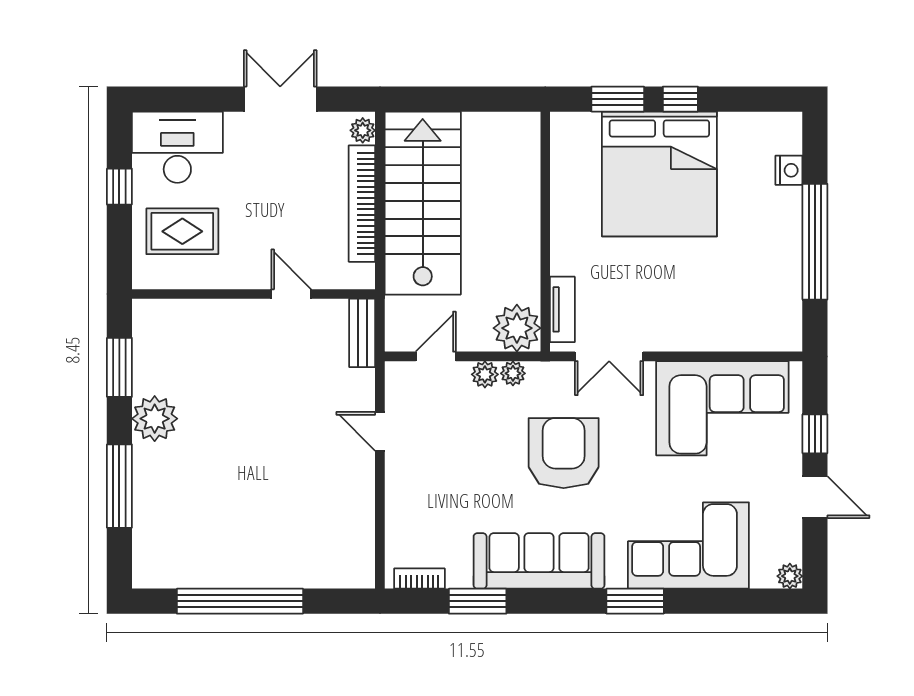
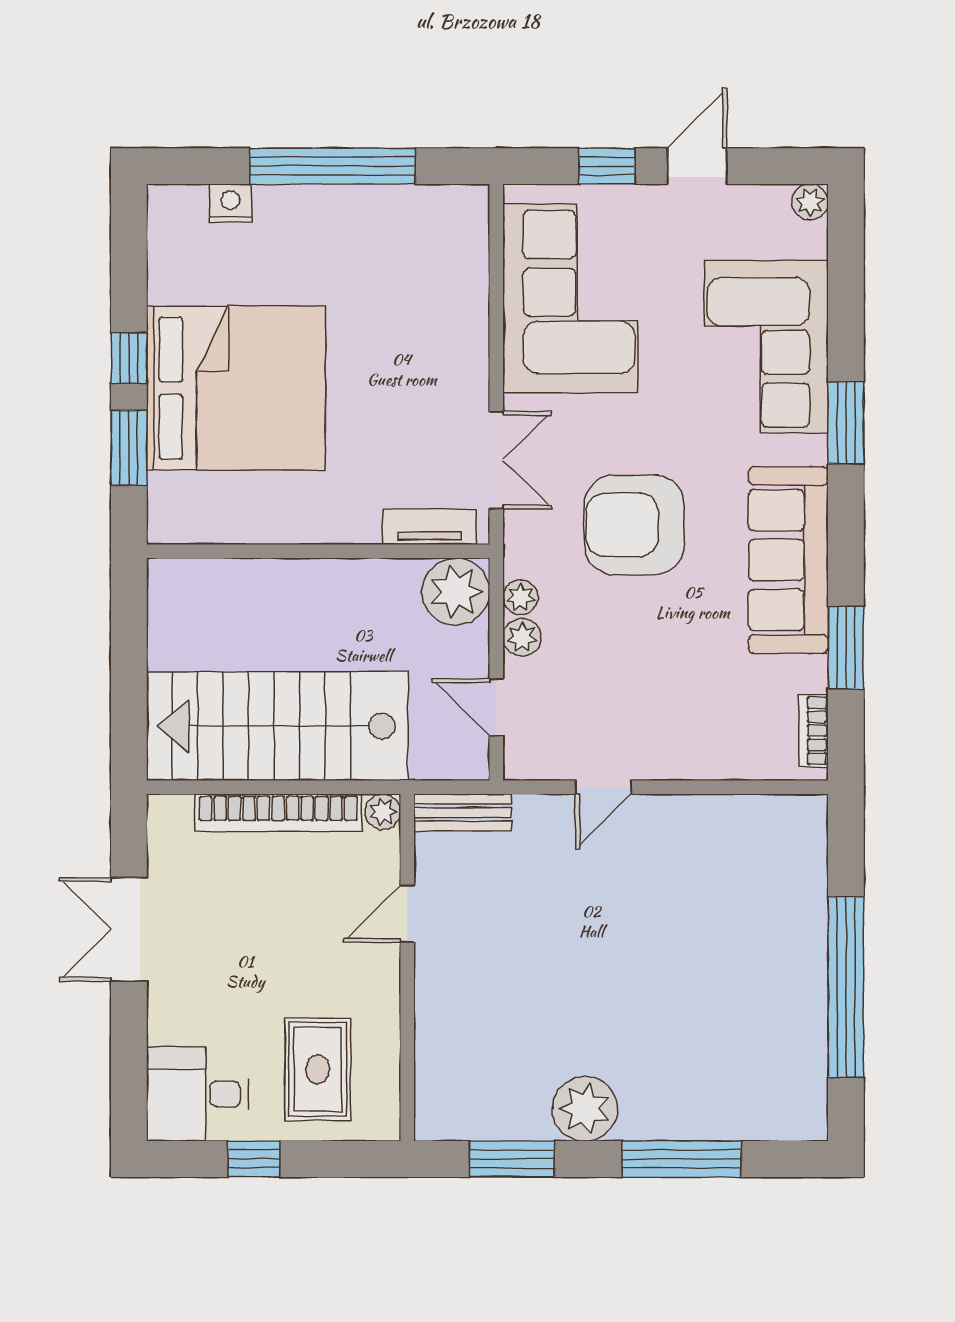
plant: (363, 130) -> (383, 812), moved
desk: (177, 147) -> (198, 1094), width x0.73

